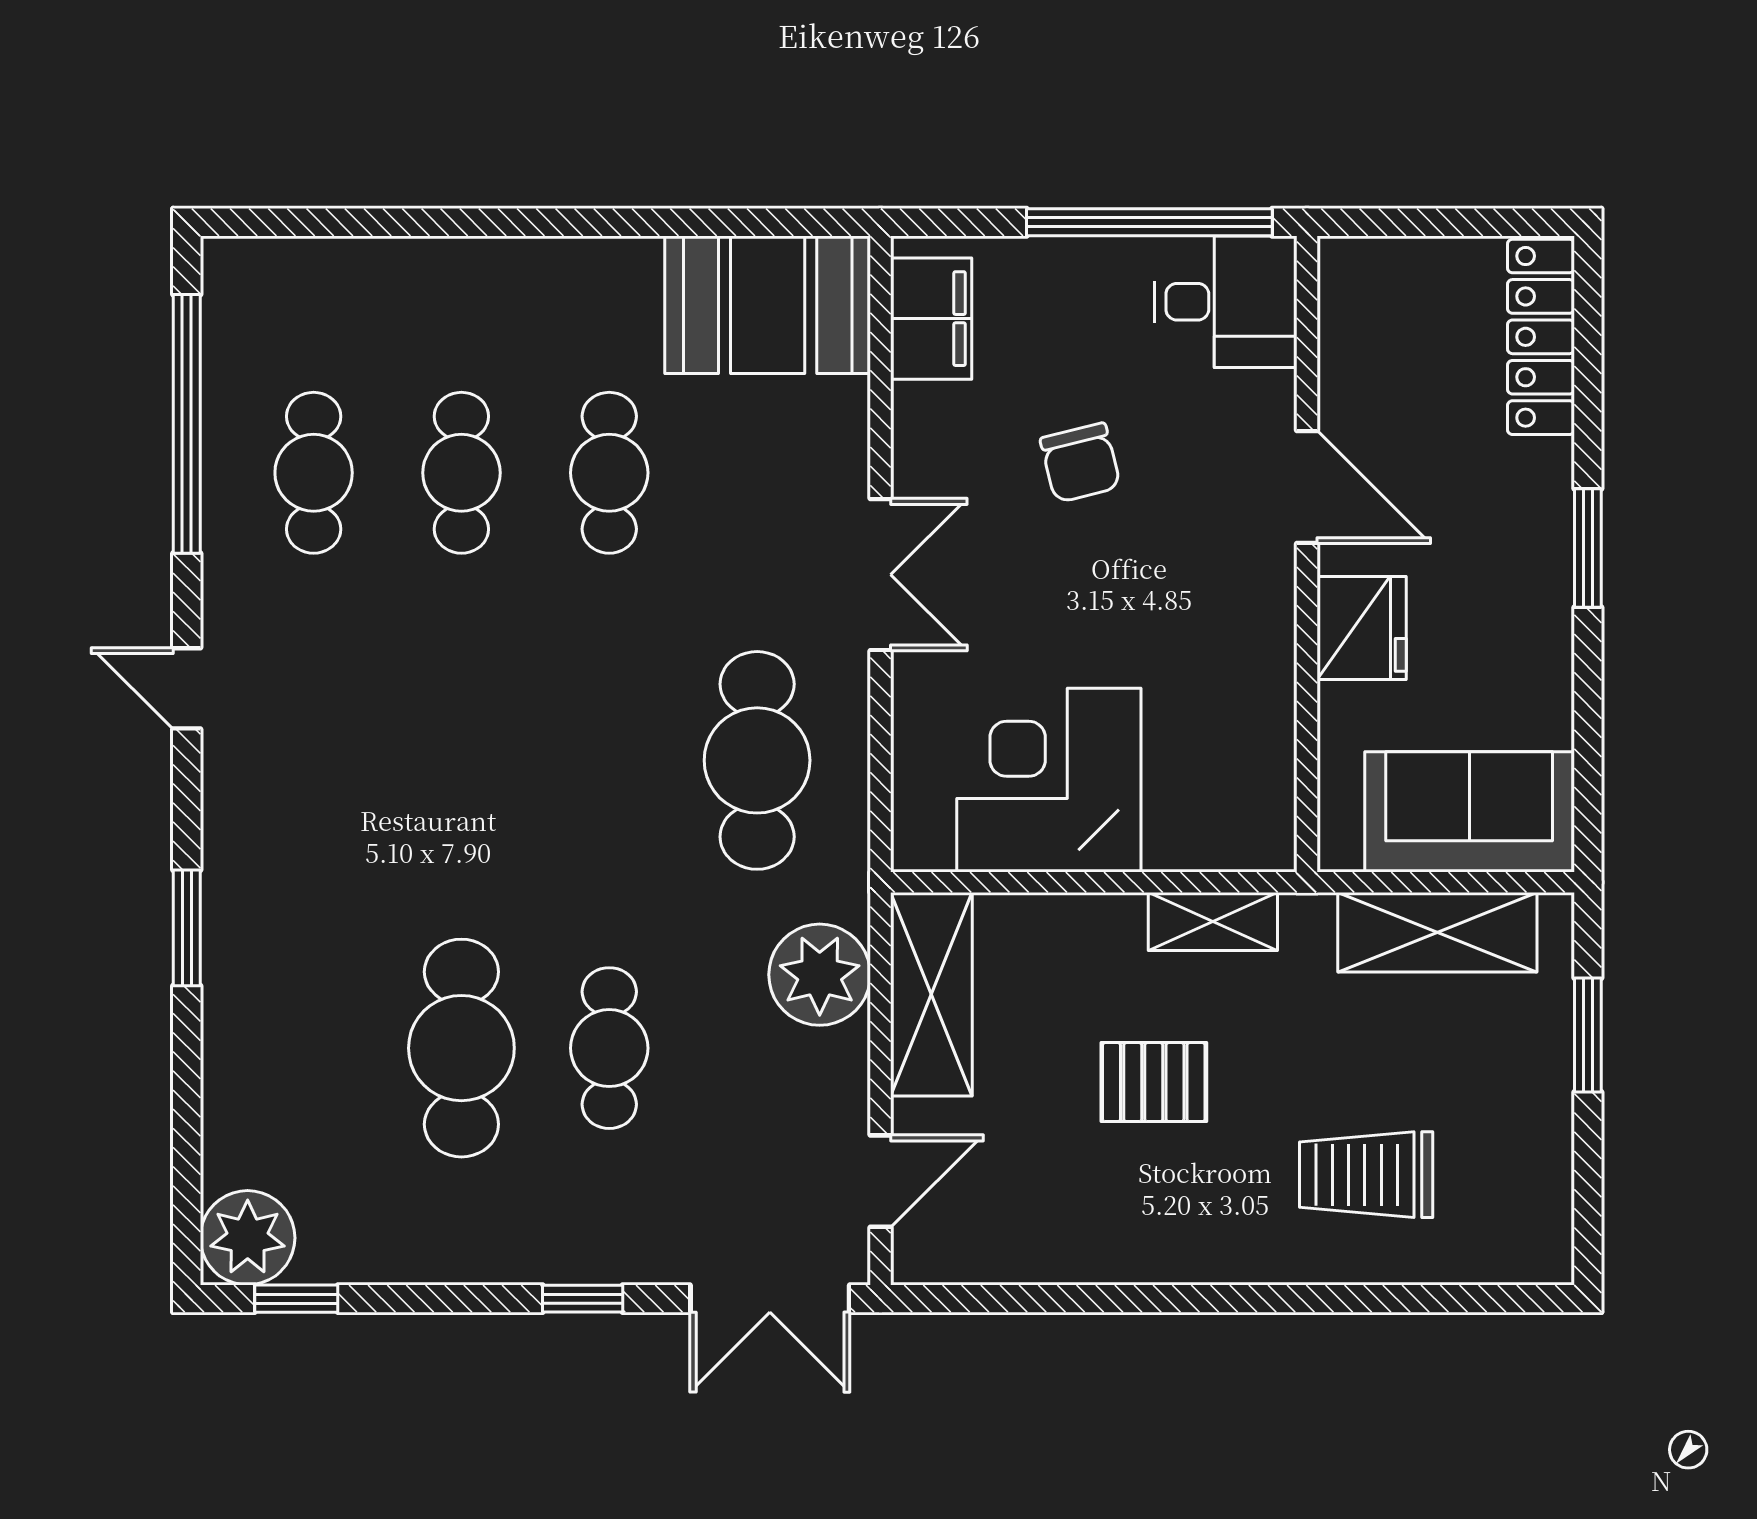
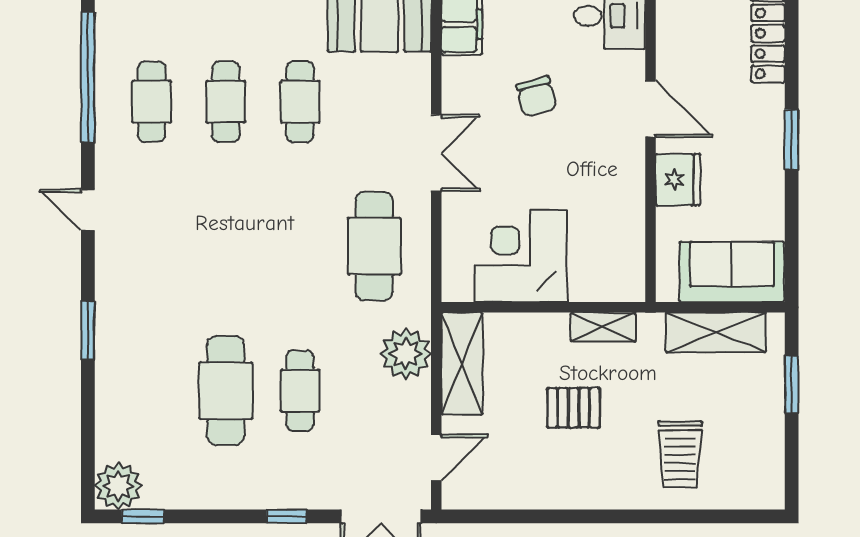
trolley: (1366, 1175) -> (680, 454), turned -90

